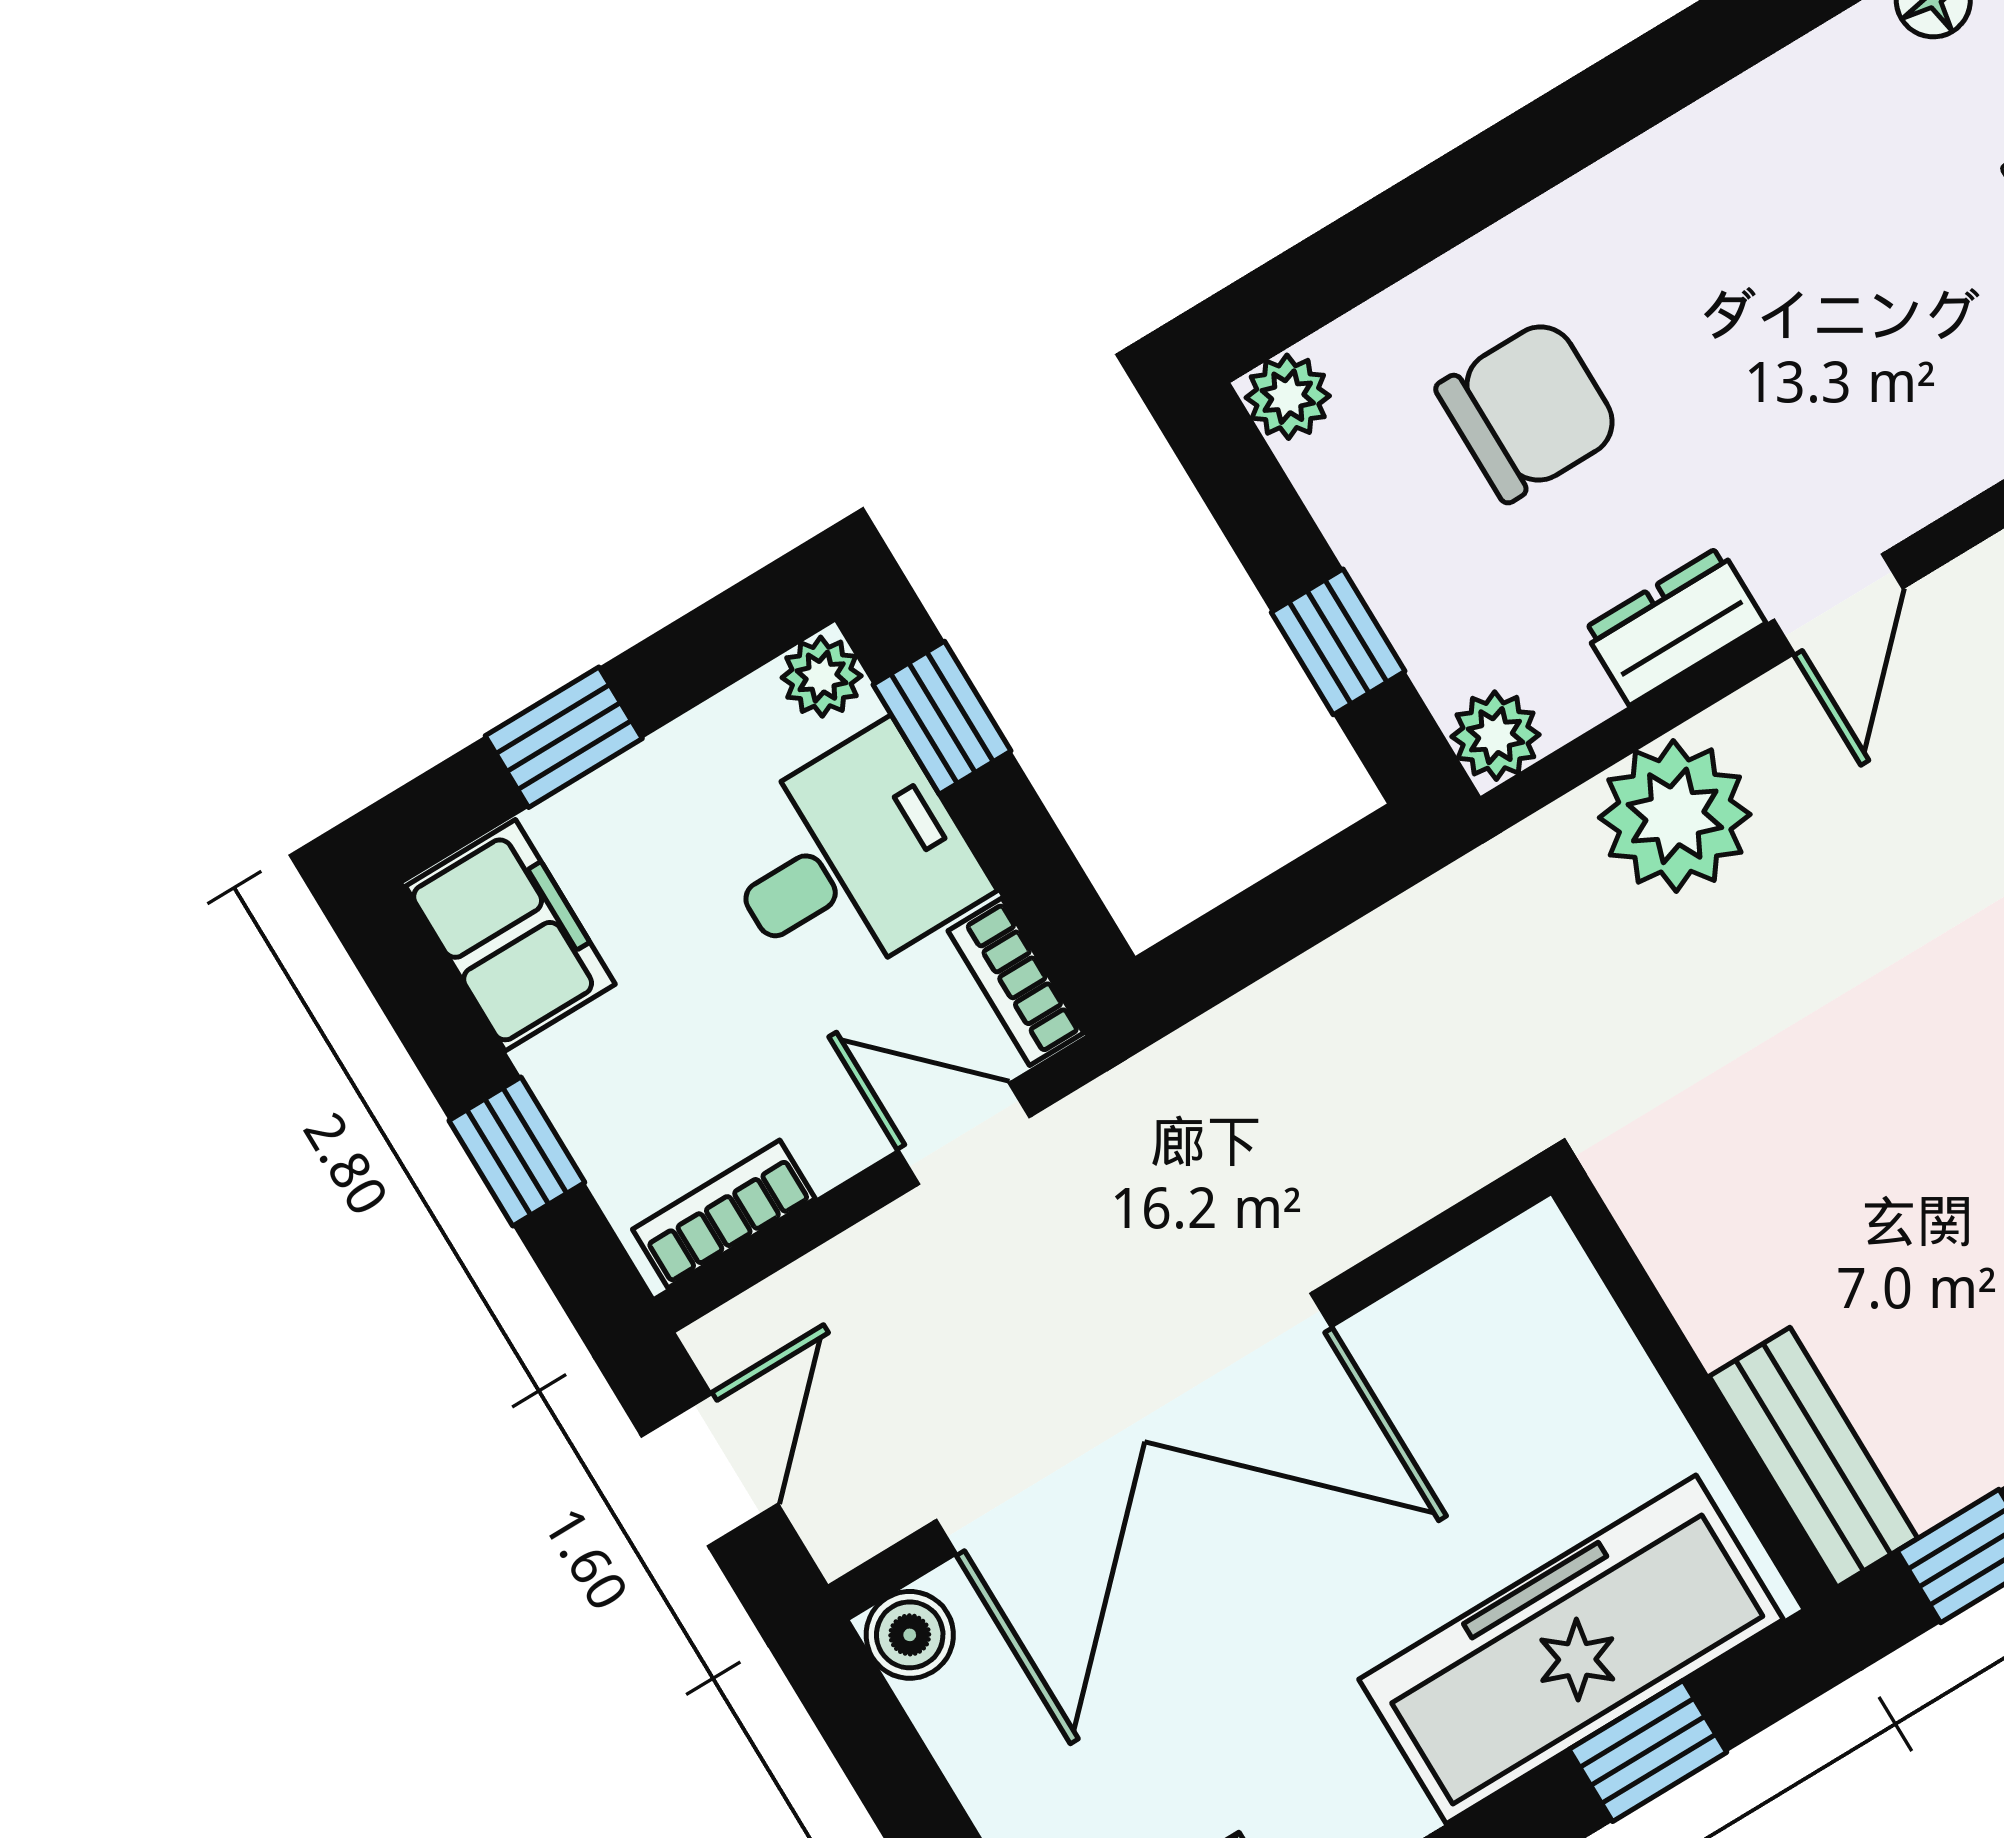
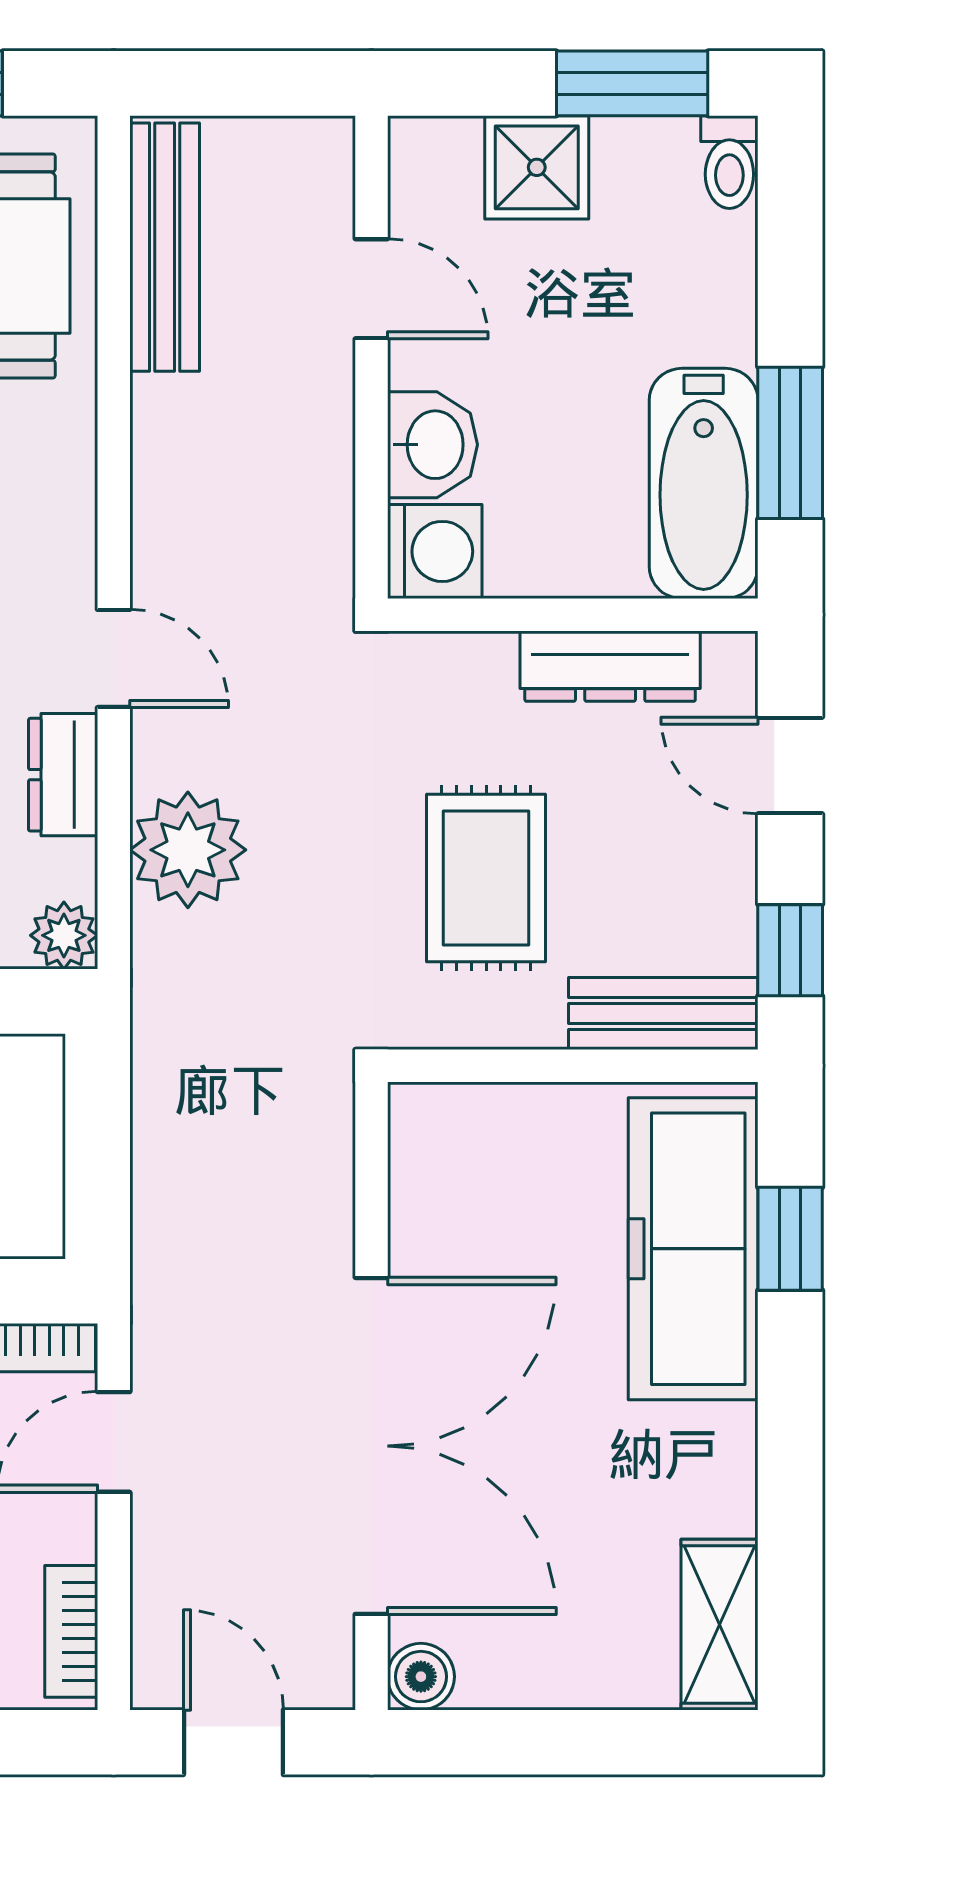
rug: (1845, 1168) -> (486, 878), added

